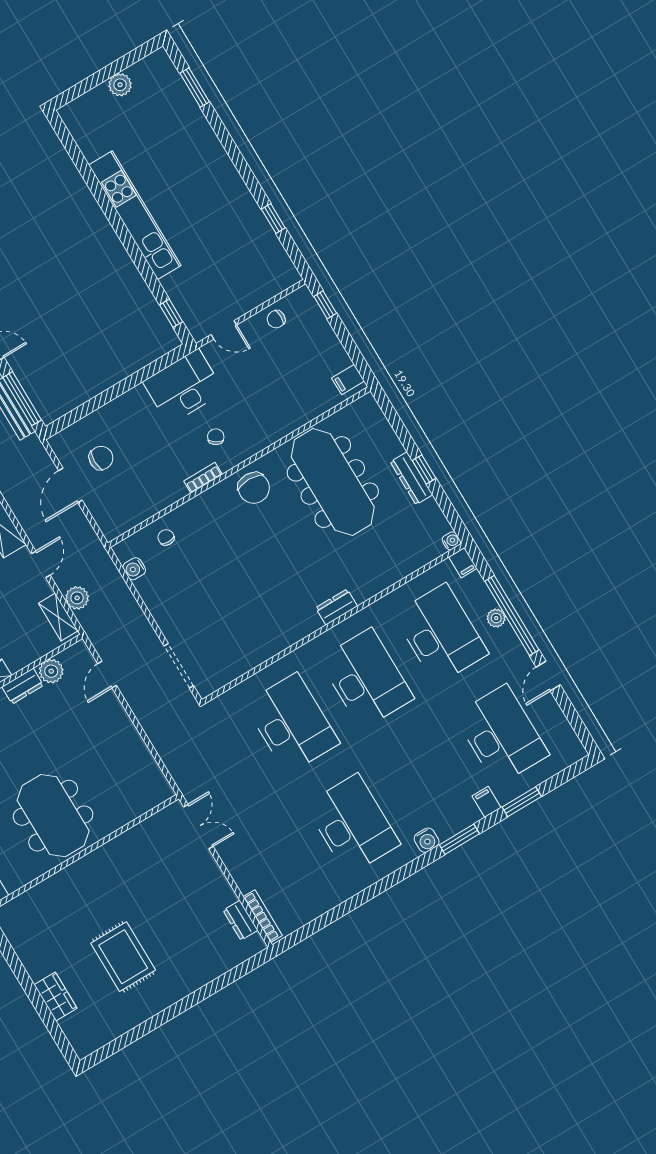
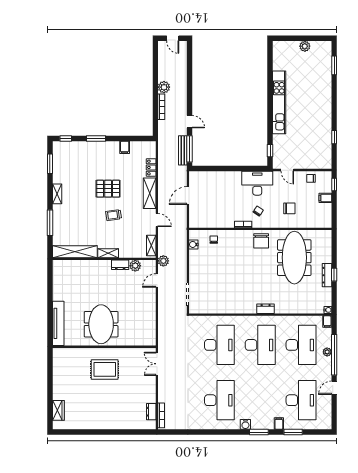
filing cabinet: (348, 380) -> (325, 198), moved
chair: (101, 458) -> (289, 208), moved
door: (41, 564) -> (157, 220), hinge flipped
plant: (77, 598) -> (163, 261), moved
double door: (198, 827) -> (157, 364), swing flipped
rug: (123, 957) -> (105, 369), moved, turned 90
wardrobe: (55, 996) -> (58, 410), moved

